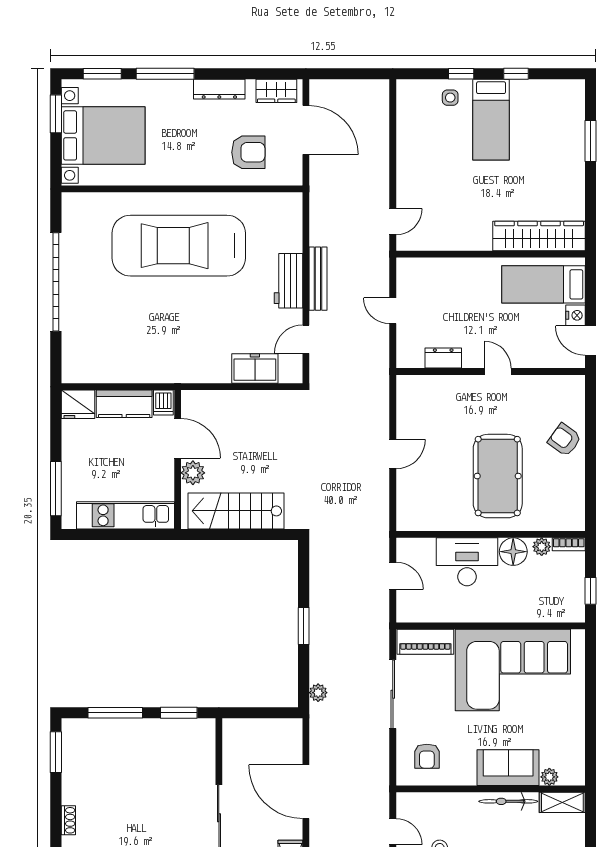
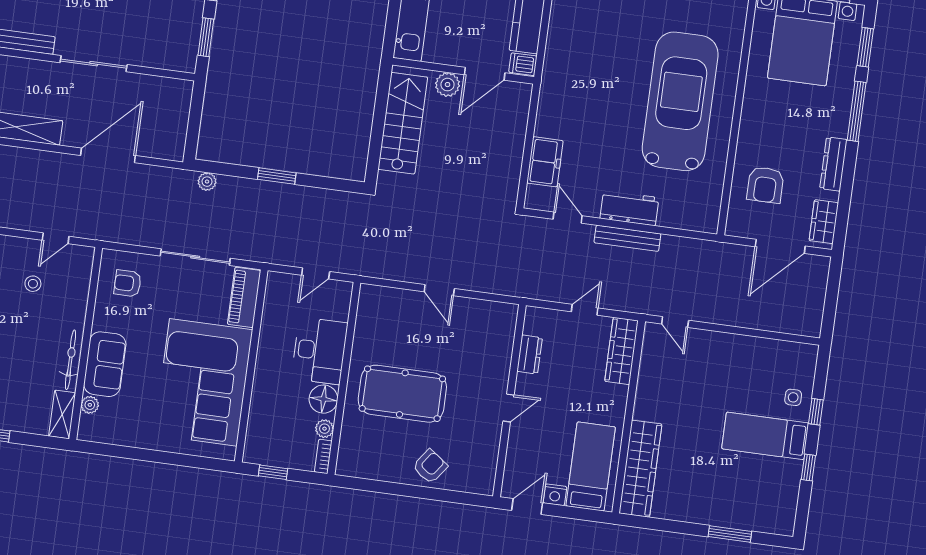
wardrobe: (428, 270) -> (622, 351), added

